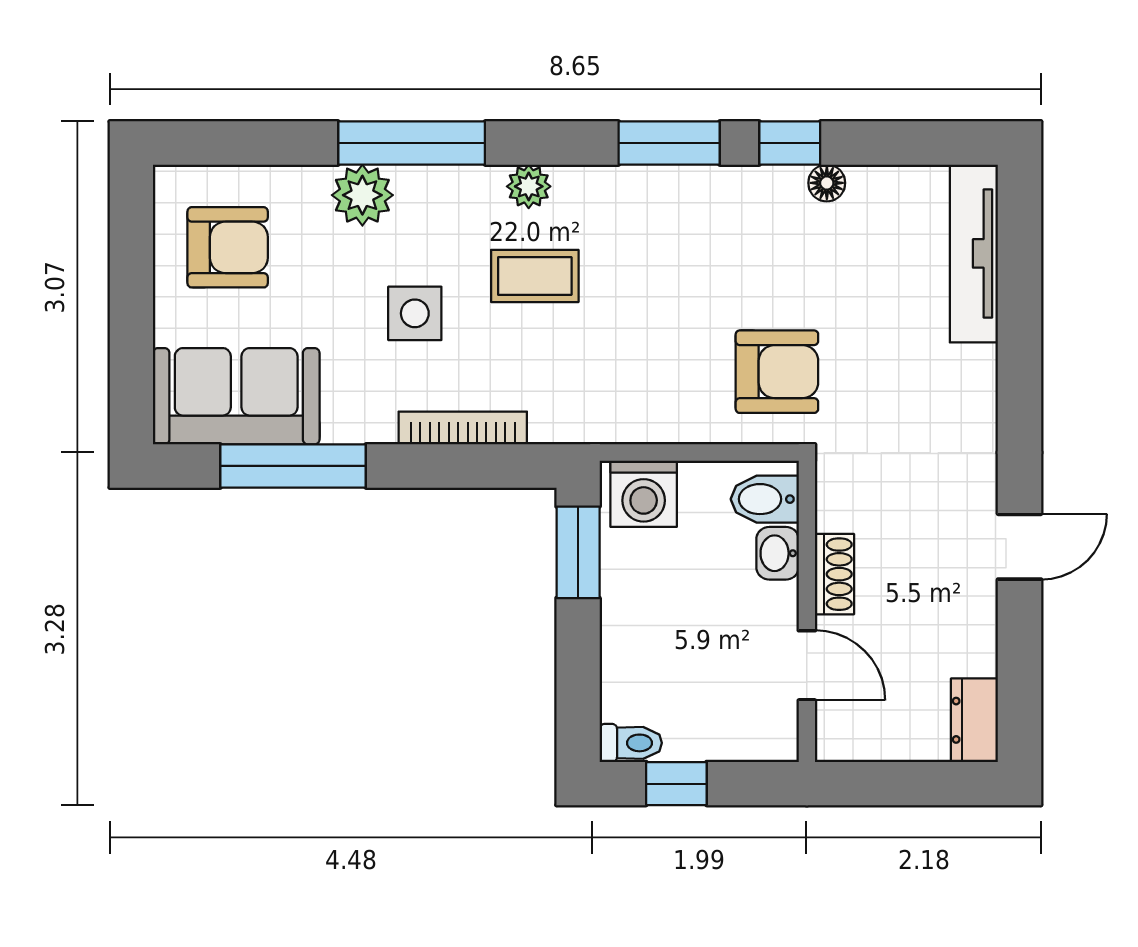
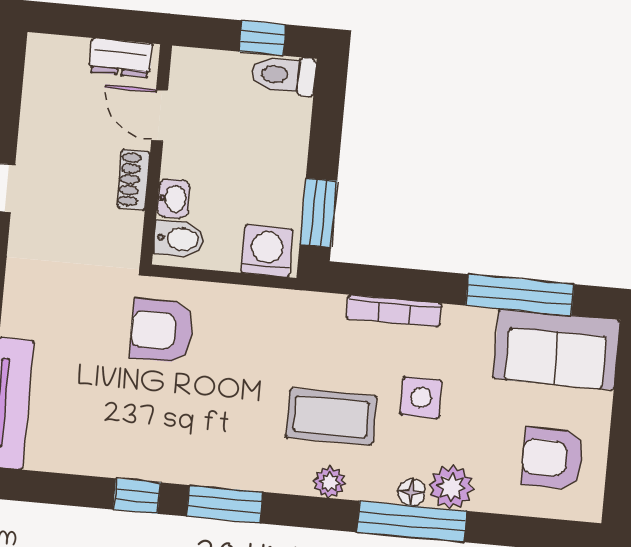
floor lamp: (827, 183) -> (412, 492), moved
coffee table: (535, 276) -> (331, 417), width x1.36, depth x1.30
dresser: (974, 720) -> (121, 58), moved, turned 90
toilet: (631, 743) -> (284, 75), width x1.37, depth x1.39

